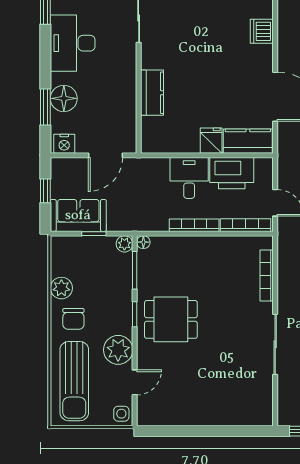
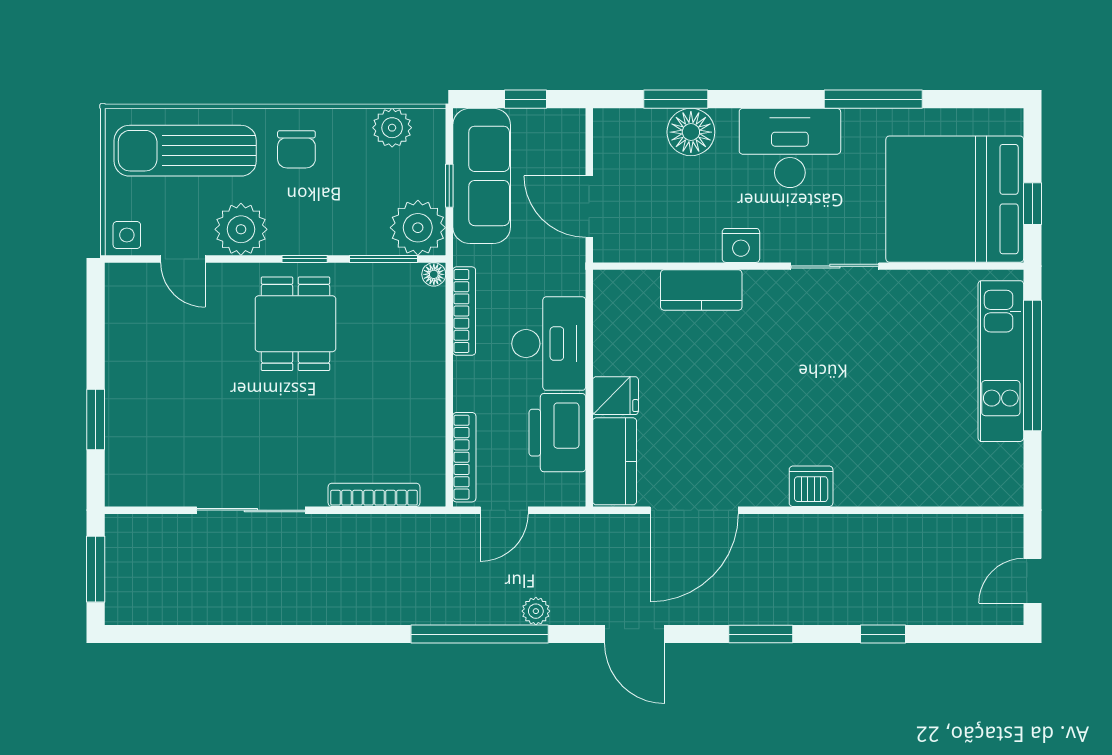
nightstand: (64, 144) -> (741, 245), moved, turned -90
desk: (189, 178) -> (549, 344), width x1.37
sofa: (78, 215) -> (482, 176), width x1.36
bookcase: (194, 225) -> (464, 311), moved
plant: (124, 244) -> (418, 228), width x1.87, depth x1.87
plant: (61, 288) -> (392, 128), moved
chair: (73, 319) -> (296, 149), turned -90
window: (225, 431) -> (96, 420), added

